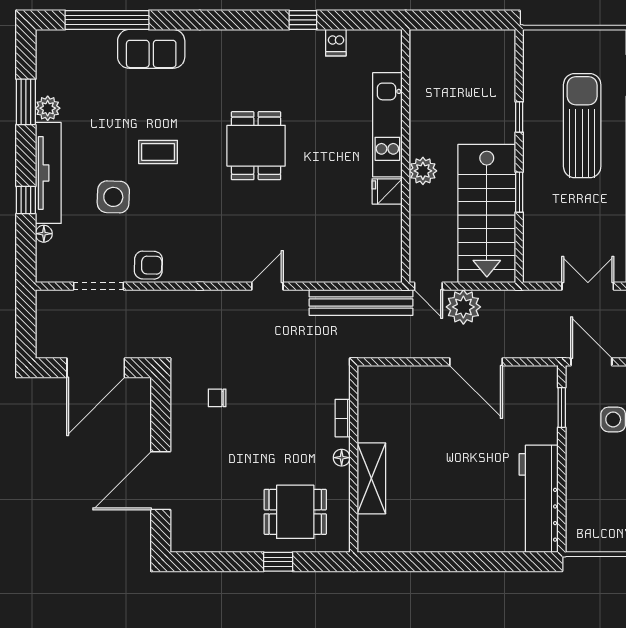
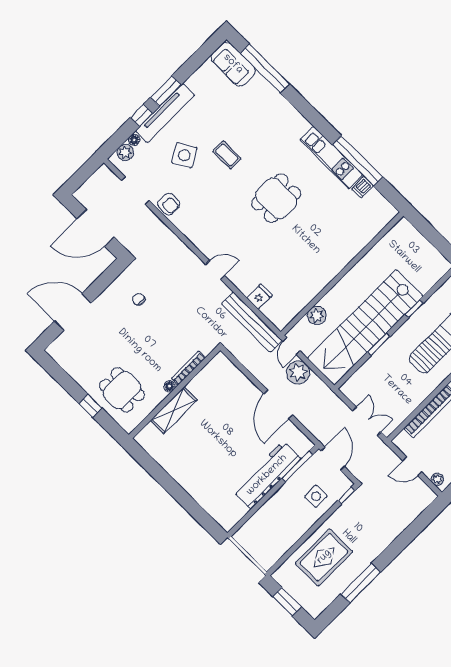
window: (303, 20) -> (358, 161), width x3.17
sofa: (151, 49) -> (233, 64), moved
window: (26, 102) -> (166, 91), moved
plant: (48, 108) -> (125, 152), moved
kitchen unit: (387, 125) -> (331, 158), moved, turned -90
plant: (423, 171) -> (317, 315), moved
fridge: (387, 191) -> (260, 297), moved, turned 90
side table: (113, 197) -> (184, 155), turned -32
stairs: (487, 213) -> (365, 327), width x1.36
window: (562, 407) -> (297, 466), width x1.44
bookcase: (343, 418) -> (189, 368), width x1.56
workbench: (539, 499) -> (267, 475), moved

